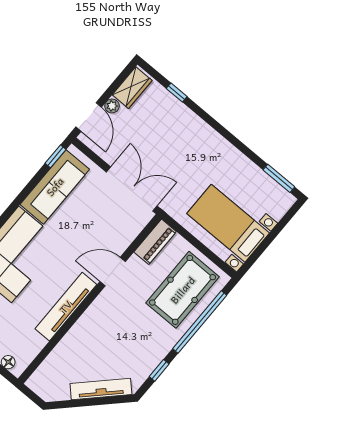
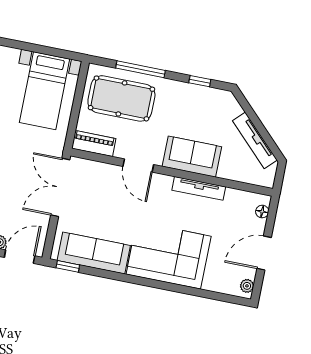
tv unit: (66, 307) -> (199, 188), width x0.73, depth x0.78
window: (200, 322) -> (141, 69), width x0.68
sofa: (94, 325) -> (192, 157), added
tv unit: (101, 389) -> (255, 140), moved

